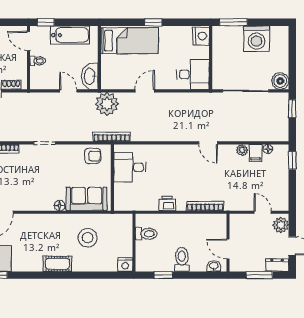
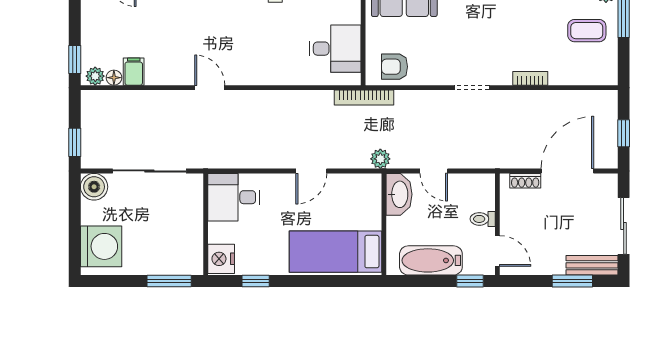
window: (153, 22) -> (256, 281), moved
washing machine: (256, 39) -> (101, 246), moved, turned 90
plant: (107, 104) -> (380, 159), width x0.53, depth x0.53
plant: (242, 150) -> (95, 76), moved

